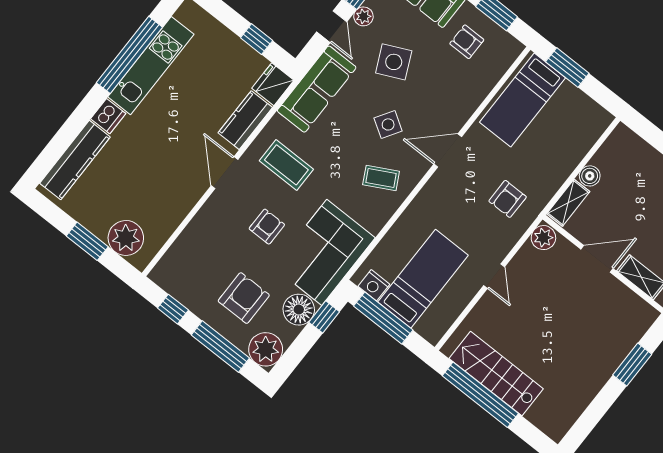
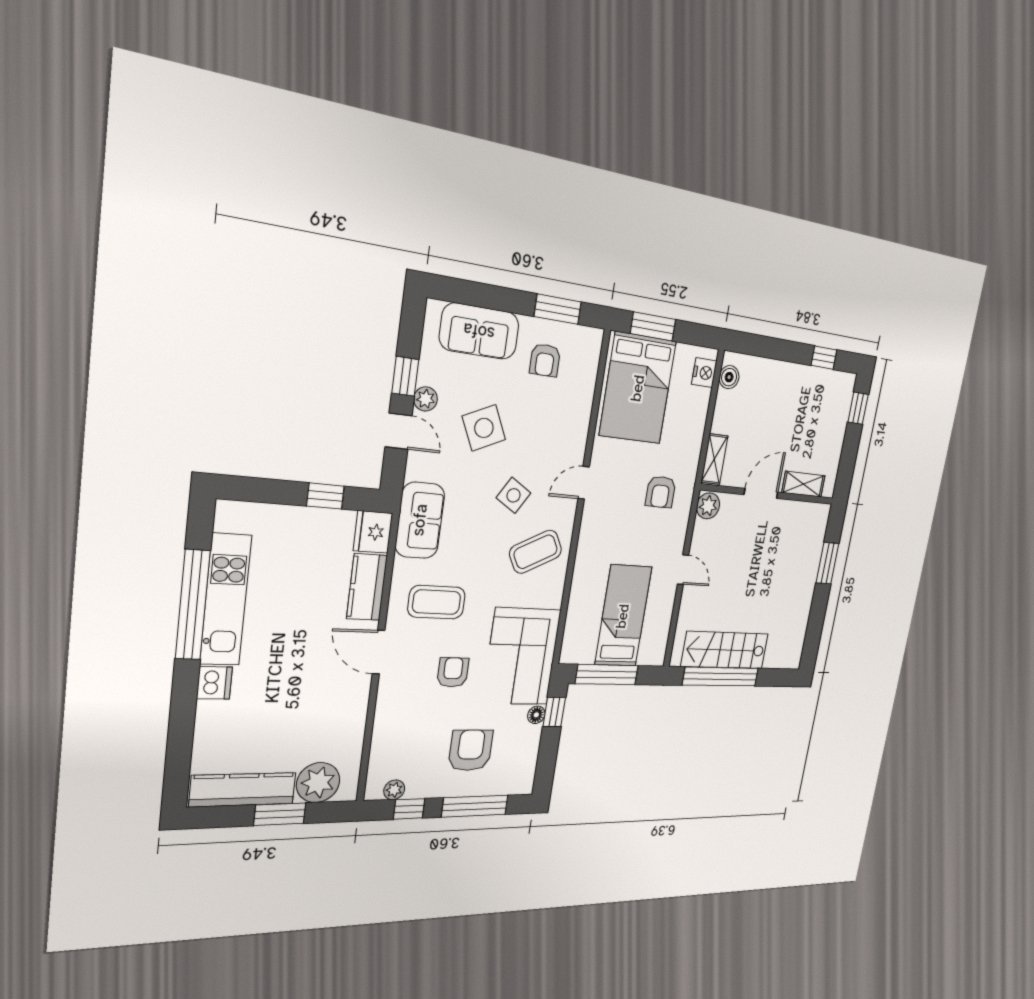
armchair: (467, 42) -> (545, 360), turned -90
sofa: (317, 89) -> (420, 520), width x0.73
bed: (522, 100) -> (638, 388), width x1.50
door: (448, 150) -> (584, 483), width x0.73
kitchen counter: (75, 160) -> (243, 790), moved, turned -90
boiler: (590, 176) -> (729, 377), moved
coffee table: (381, 178) -> (536, 552), width x1.36, depth x1.30
nightstand: (374, 285) -> (704, 373), moved, turned -90
floor lamp: (299, 310) -> (536, 715), width x0.53, depth x0.53
plant: (266, 349) -> (394, 790), moved, width x0.53, depth x0.53

